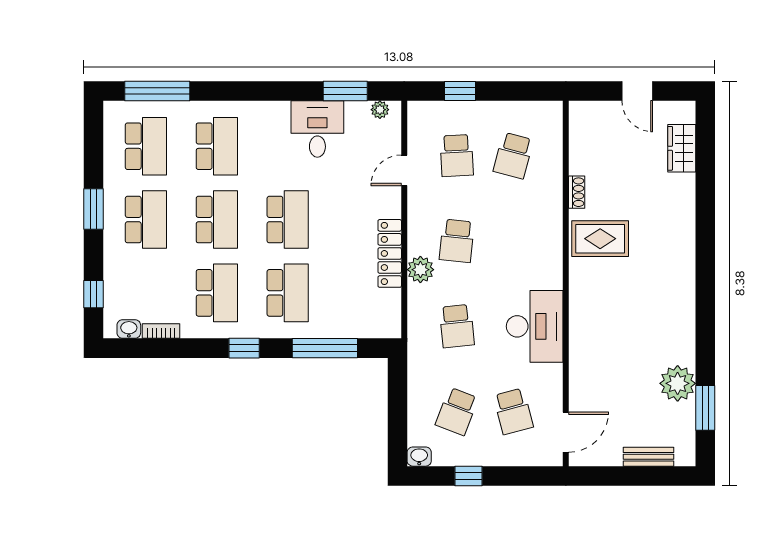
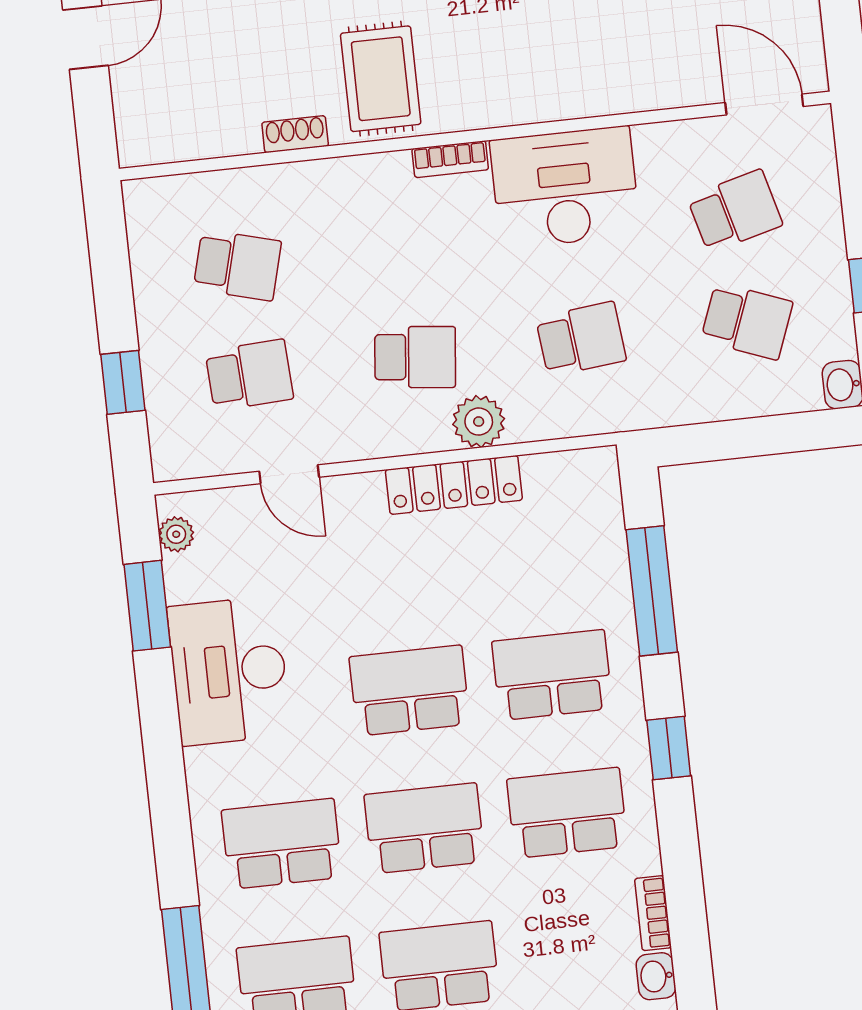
desk: (317, 129) -> (229, 671), width x1.37
bookcase: (555, 270) -> (450, 159), added

